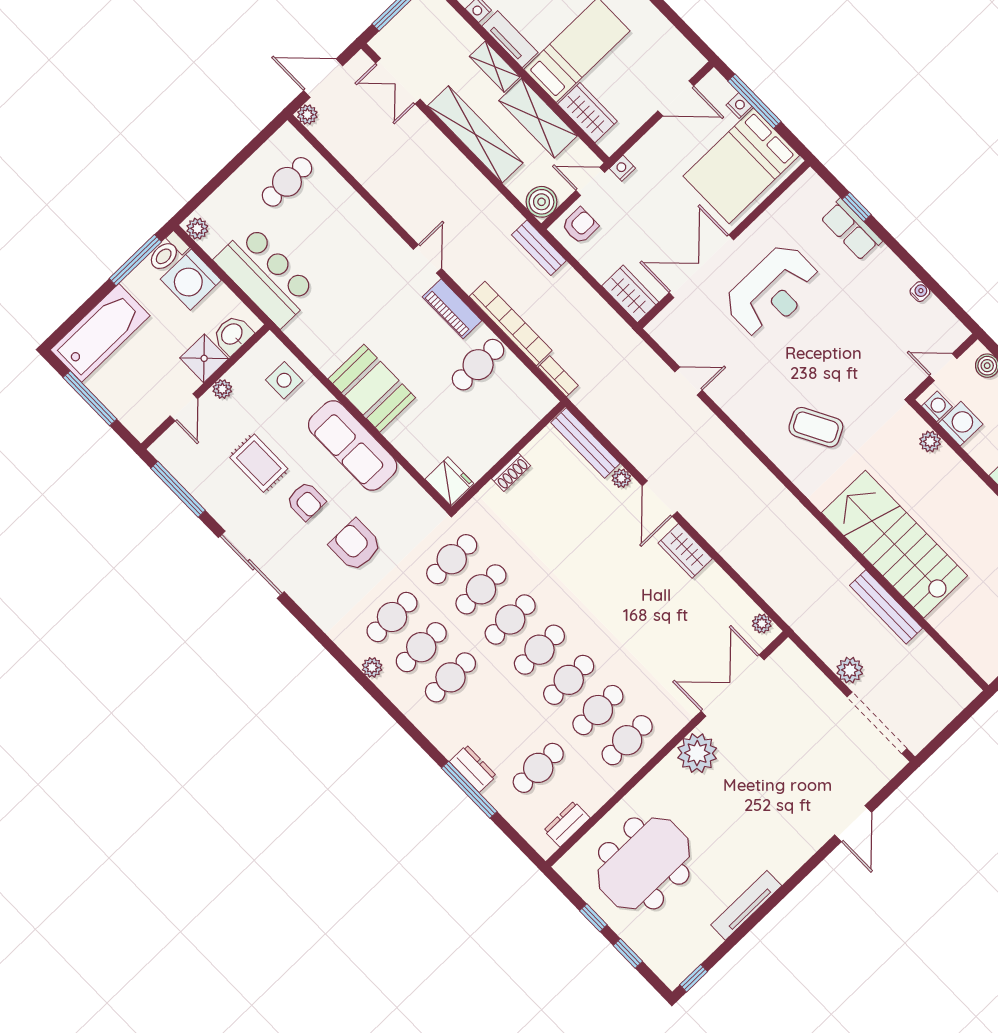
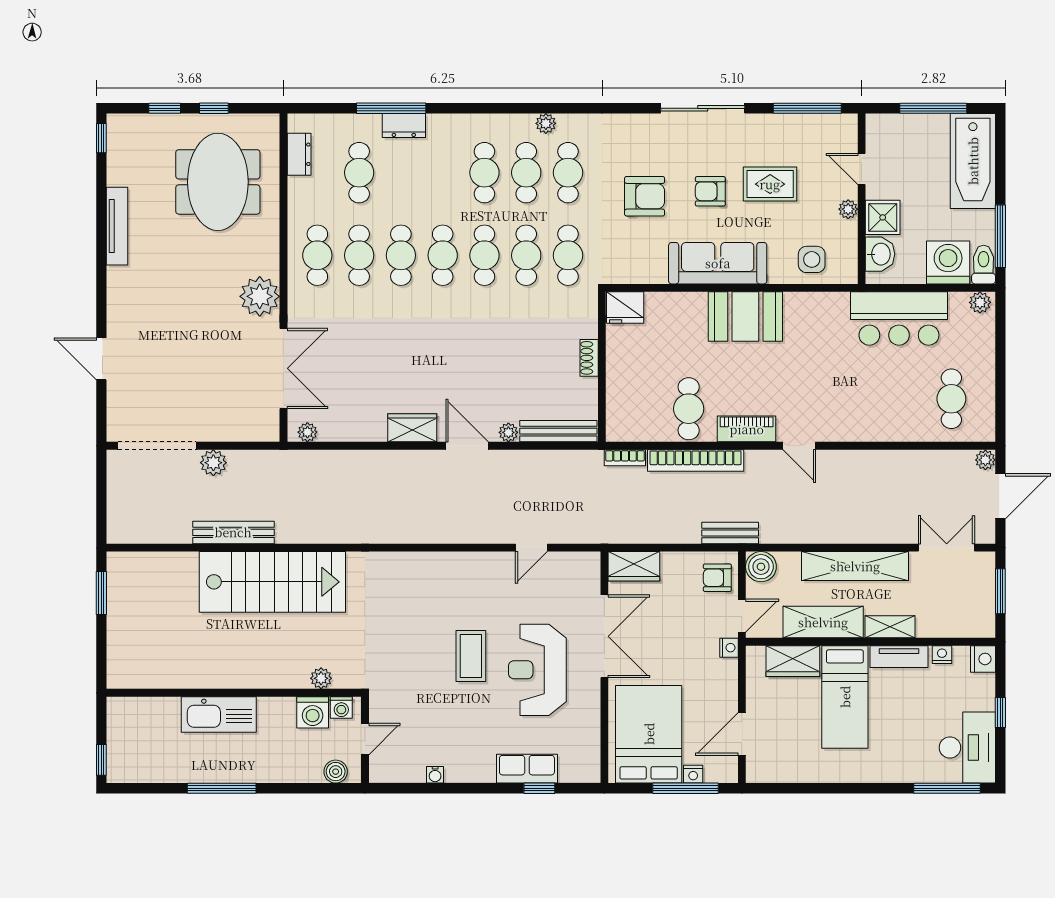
armchair: (580, 226) -> (717, 578), turned 90
coffee table: (816, 427) -> (471, 656), moved, turned -62

